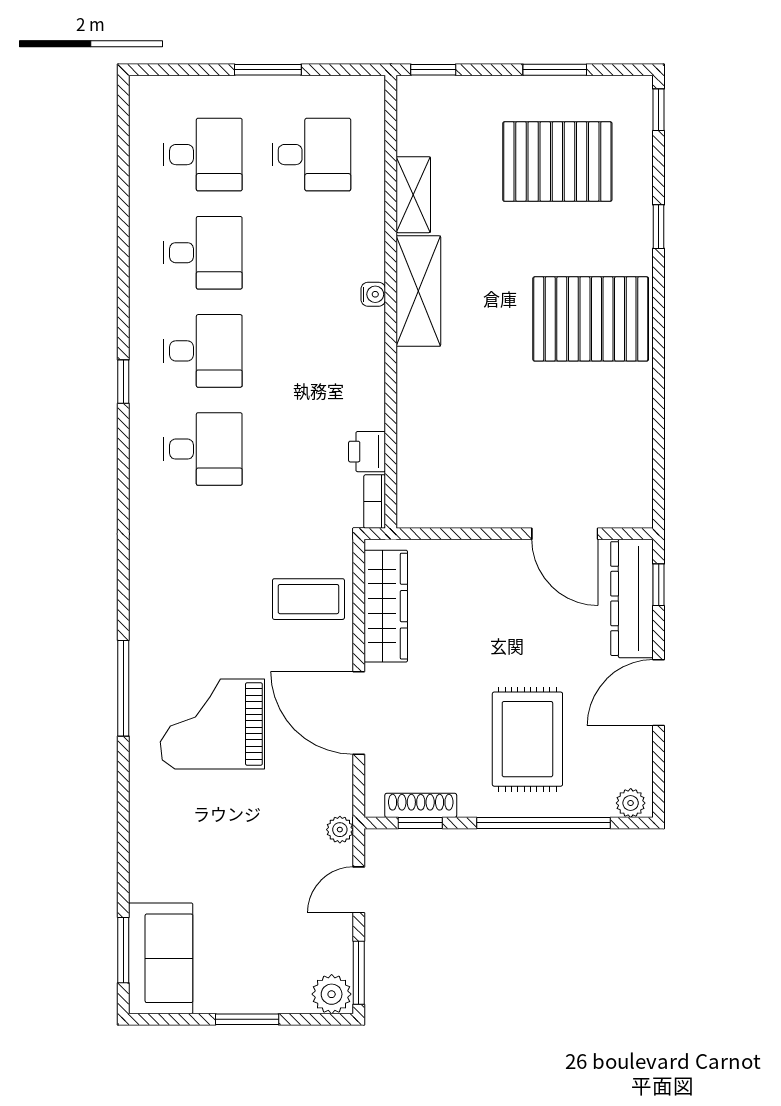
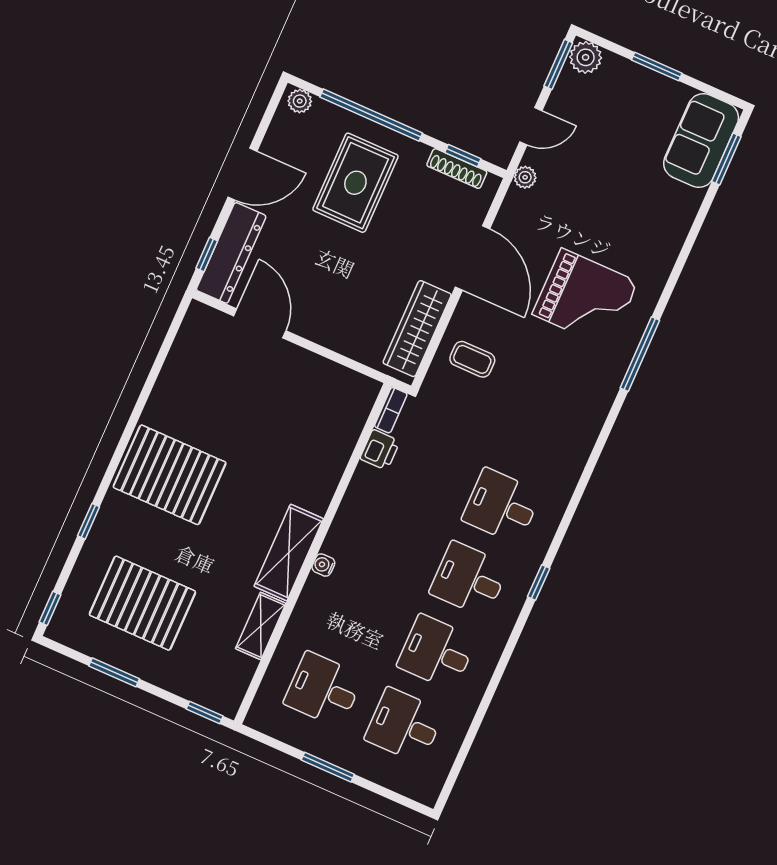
coffee table: (308, 599) -> (472, 359), width x0.73, depth x0.77

